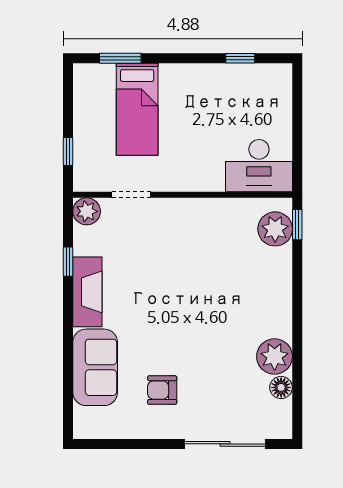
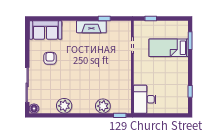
plant: (87, 211) -> (125, 26), removed
plant: (275, 229) -> (103, 106), moved
sofa: (95, 367) -> (45, 30), moved
floor lamp: (281, 387) -> (34, 109), moved

